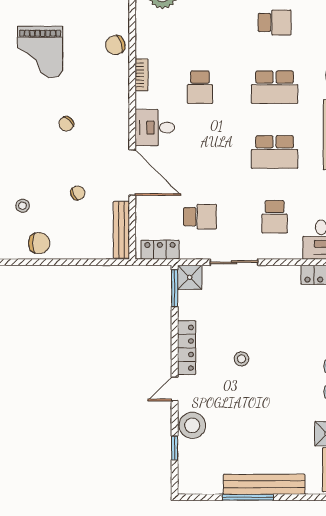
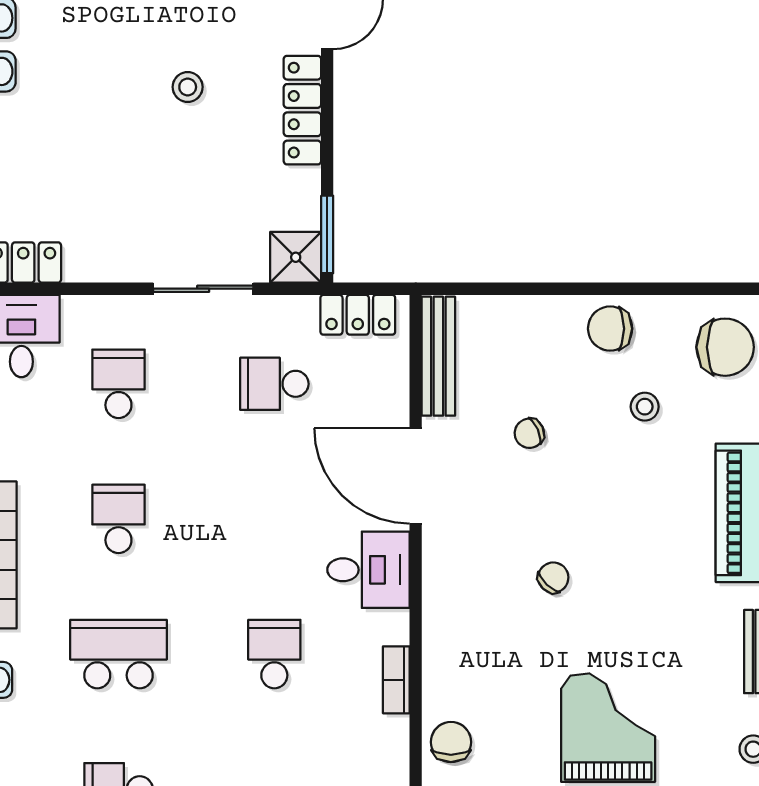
chair: (115, 45) -> (451, 742), turned -72
school desk: (275, 152) -> (118, 519), width x0.54

